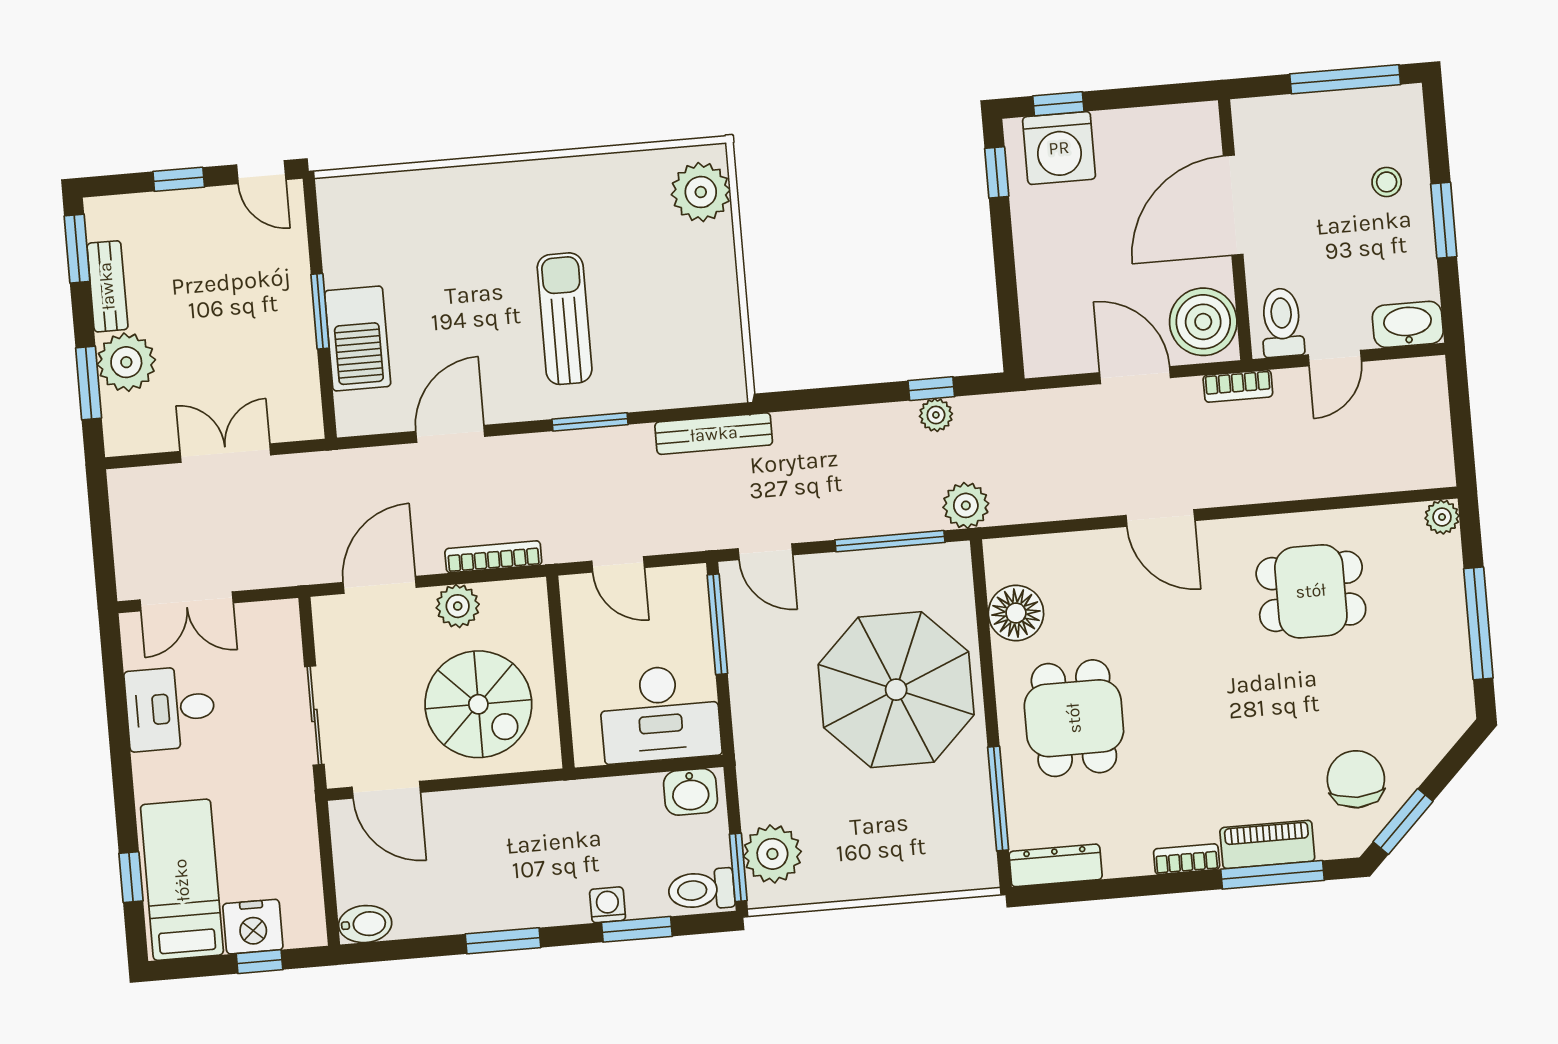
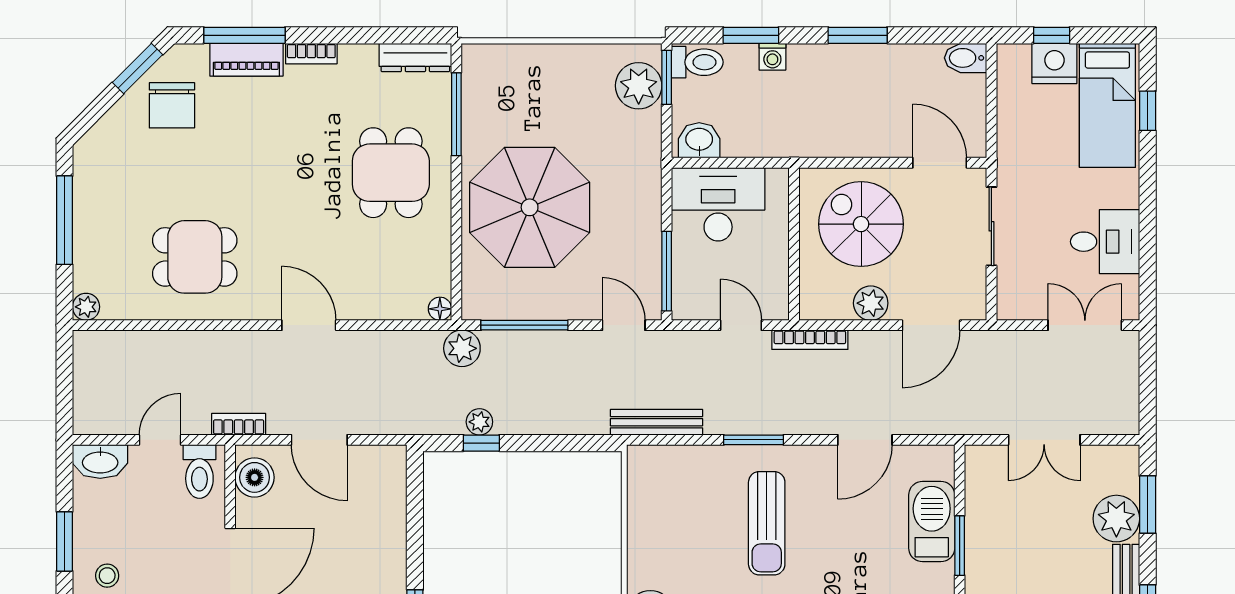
boiler: (1203, 322) -> (255, 477), width x0.73, depth x0.73
bookcase: (493, 557) -> (810, 340), moved
floor lamp: (1016, 613) -> (440, 309), moved, width x0.53, depth x0.53

